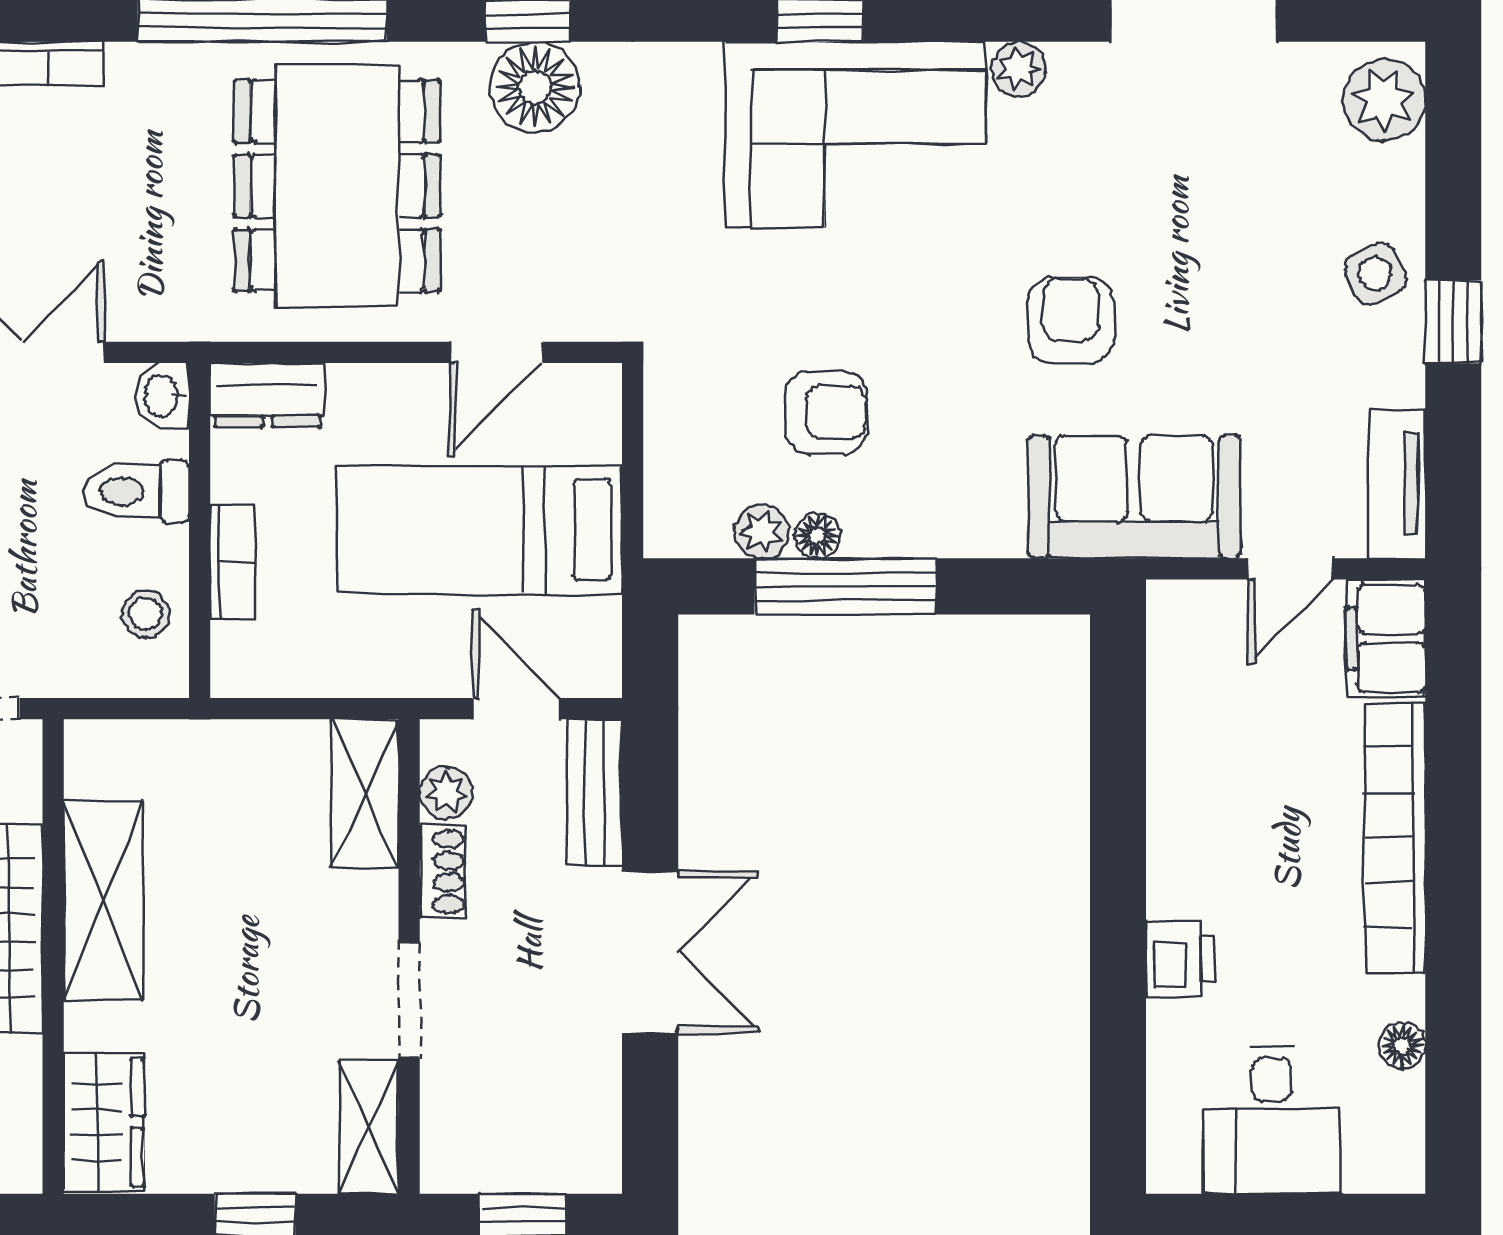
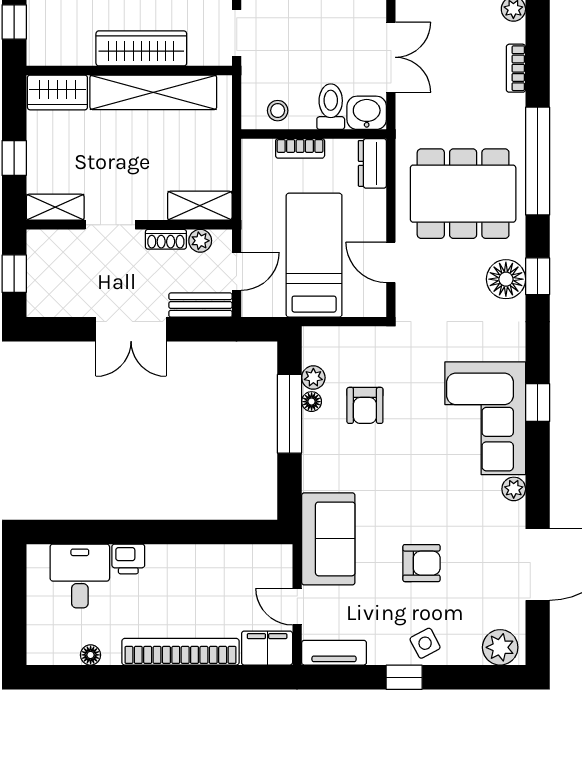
armchair: (1071, 320) -> (422, 563), moved
washbasin: (163, 396) -> (367, 113), width x1.38, depth x1.45
shelving: (103, 901) -> (153, 92), width x1.47
desk: (1272, 1120) -> (80, 576), moved, turned 90

